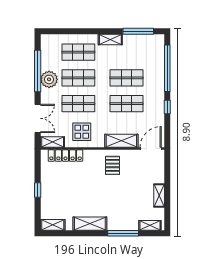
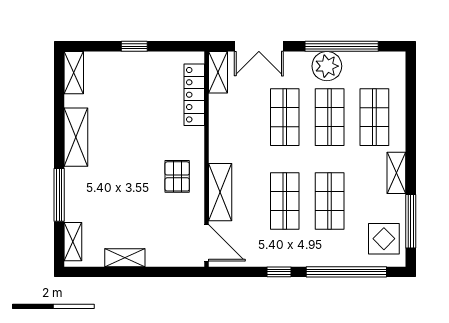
display table: (82, 132) -> (384, 239), moved
pallet: (112, 165) -> (177, 176), turned 90

